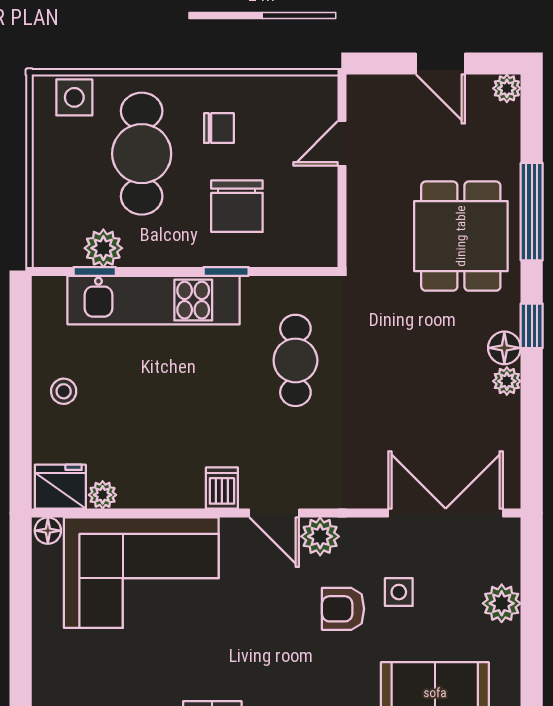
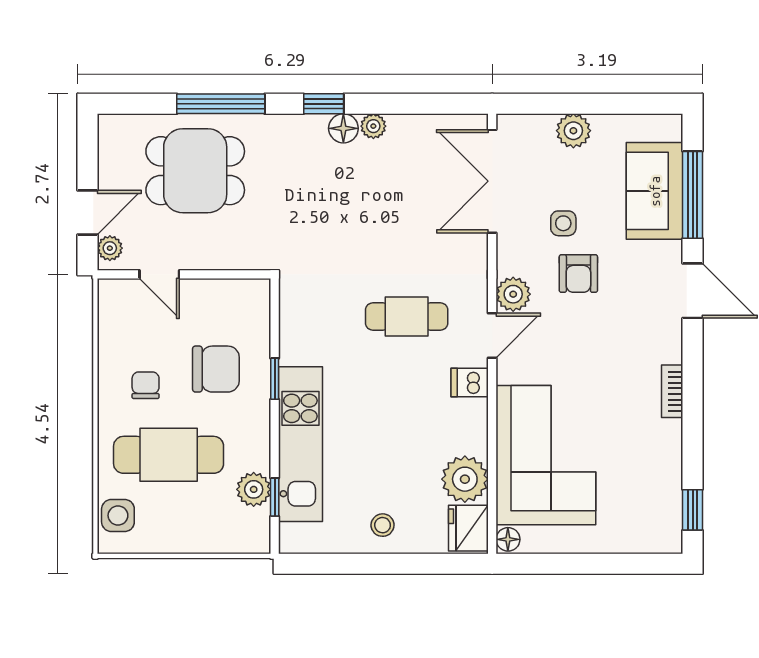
door: (440, 64) -> (87, 212), moved
plant: (507, 88) -> (110, 248), moved
dining table: (461, 236) -> (195, 171), moved
cafe table: (295, 360) -> (407, 317), moved
plant: (103, 495) -> (465, 479), width x1.88, depth x1.88

